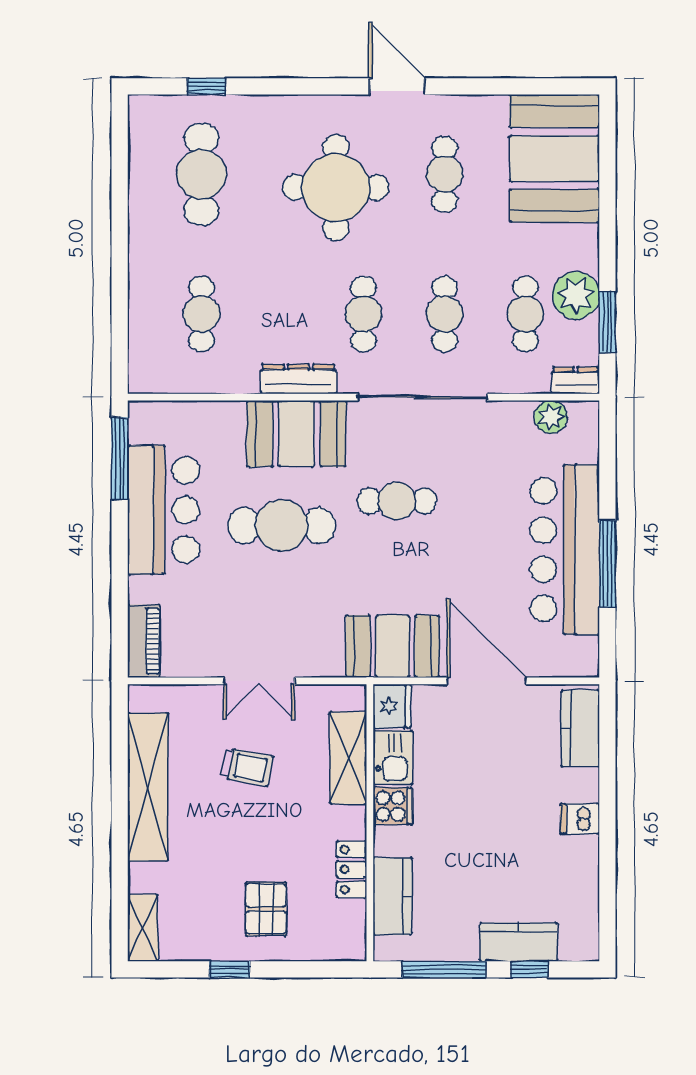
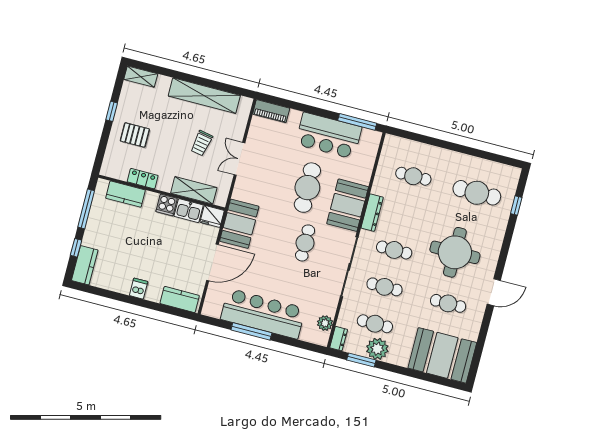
kitchen counter: (518, 942) -> (85, 265), moved

